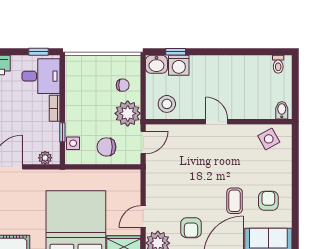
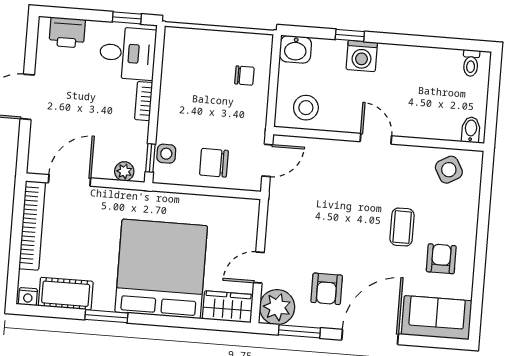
window: (176, 52) -> (350, 35), moved
washing machine: (179, 65) -> (362, 56), moved
plant: (128, 113) -> (248, 117), removed
window: (62, 132) -> (150, 158), moved
coffee table: (235, 201) -> (402, 227), moved

